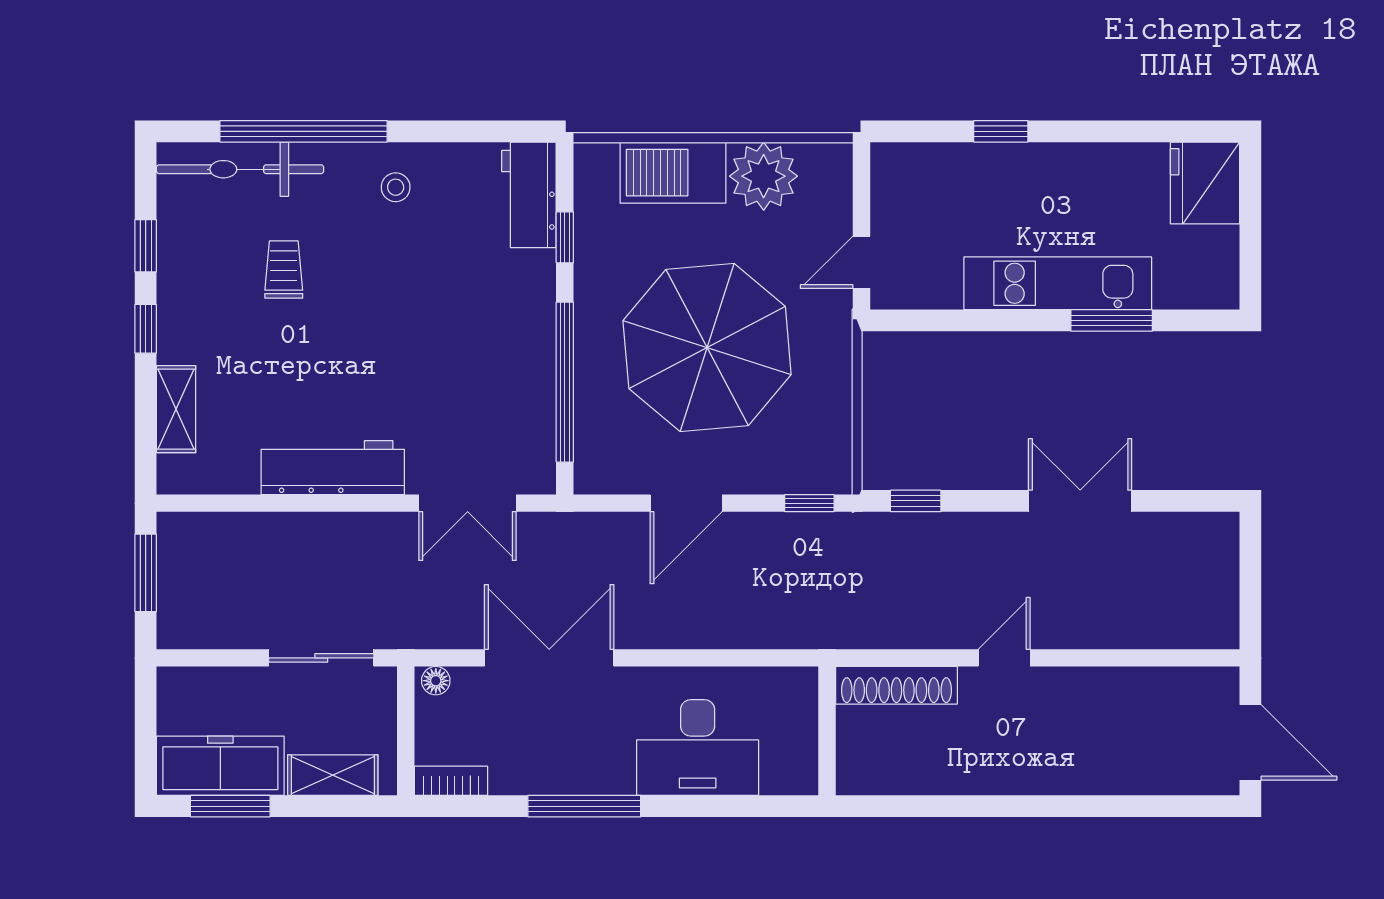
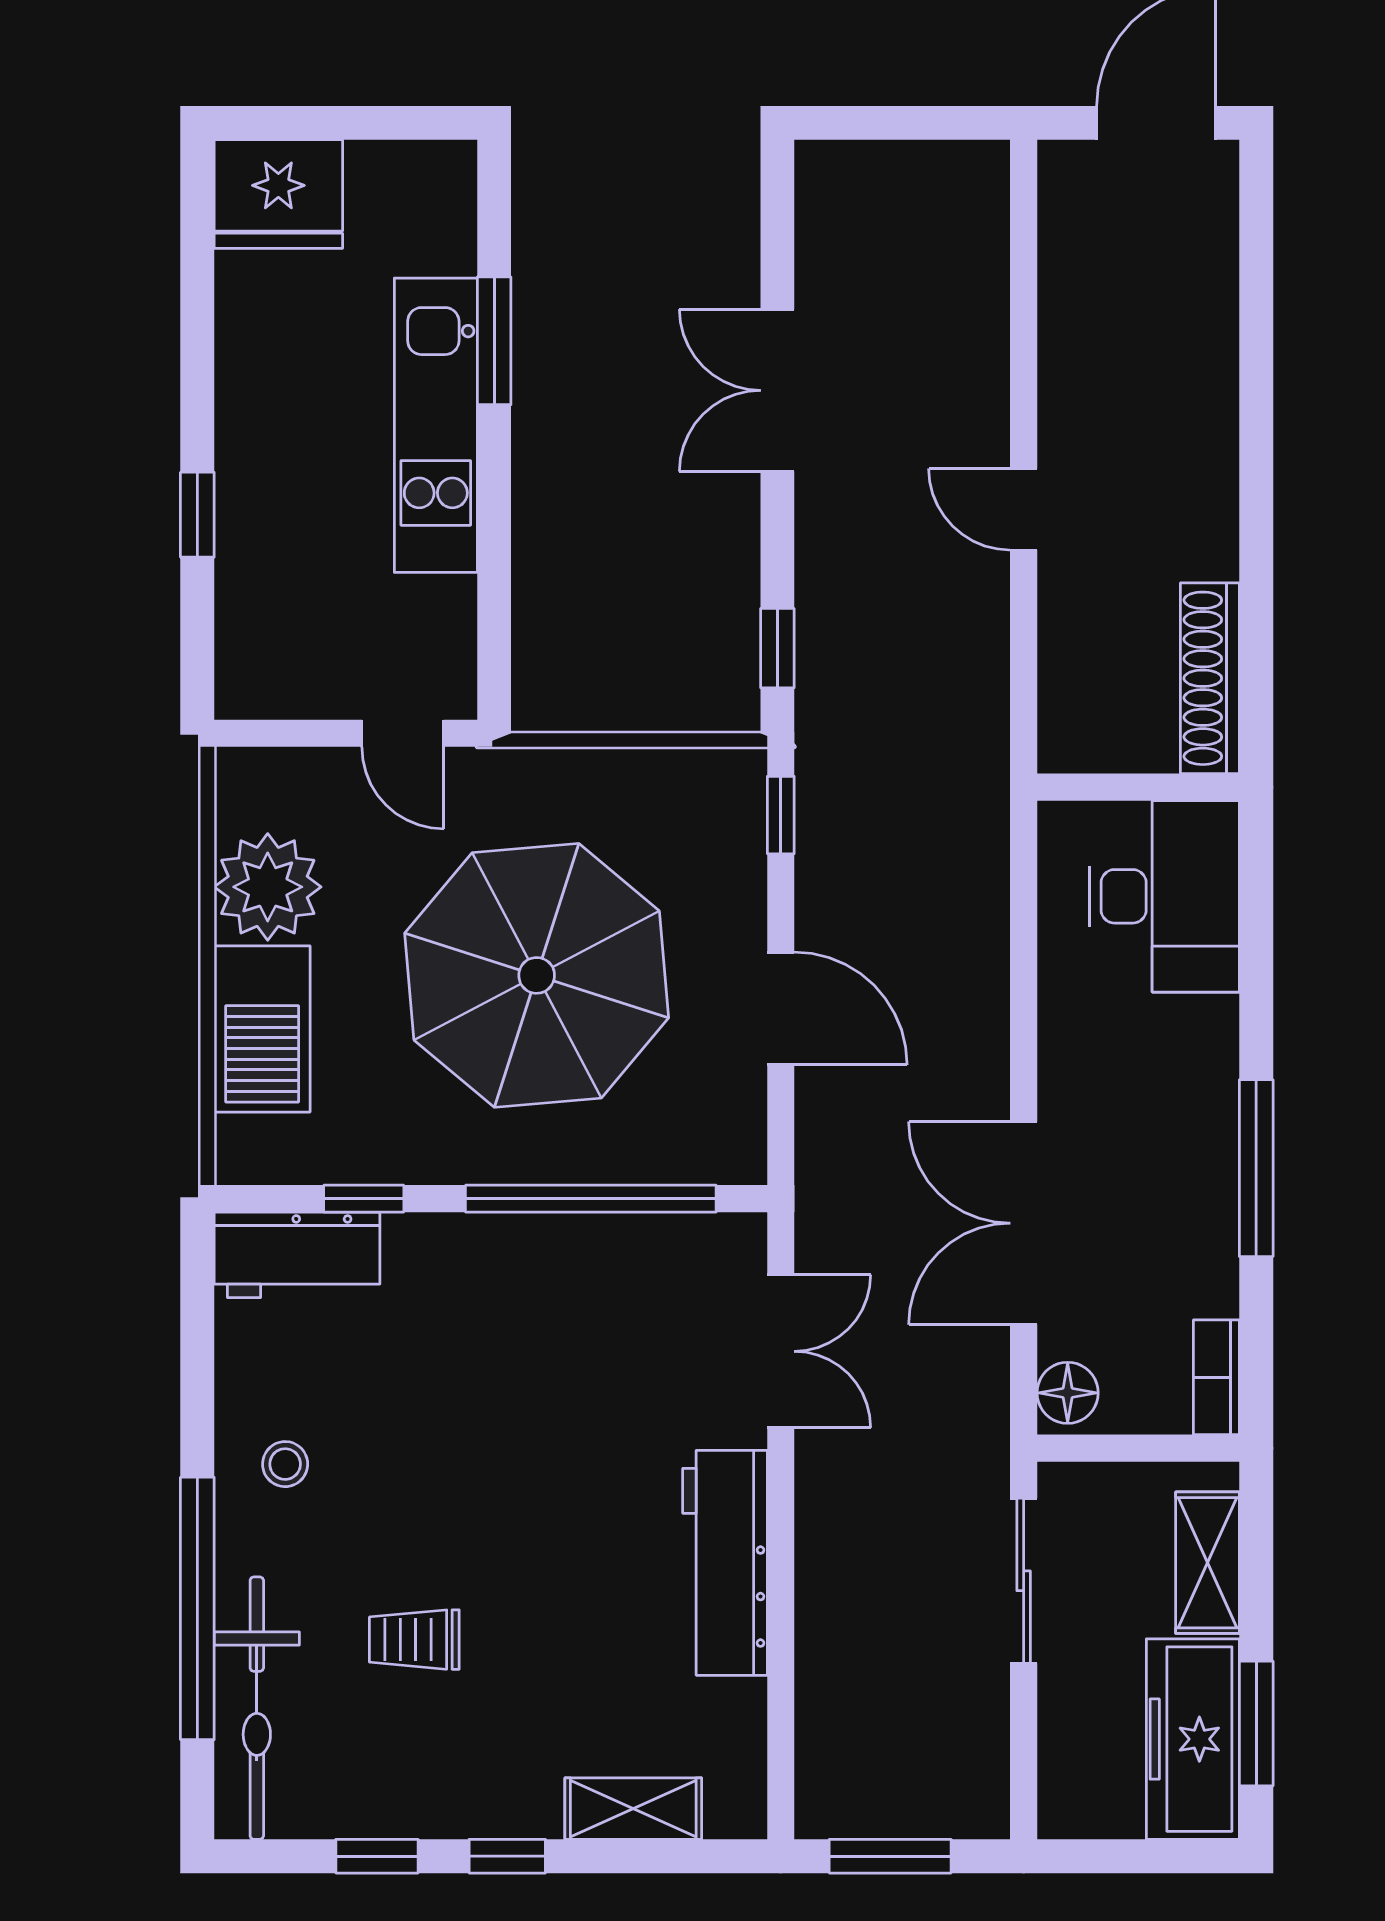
floor lamp: (436, 681) -> (1068, 1393), width x1.37, depth x1.37
shoe rack: (896, 685) -> (1210, 678), moved, turned 180
desk: (698, 748) -> (1164, 896), moved

